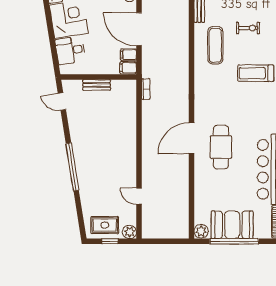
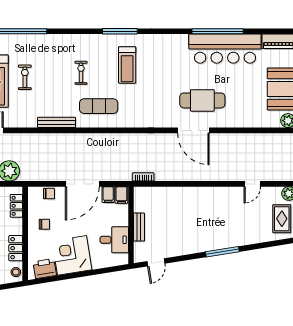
desk: (70, 50) -> (114, 240), moved, turned -81
window: (72, 167) -> (222, 252), width x0.68

